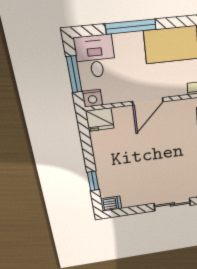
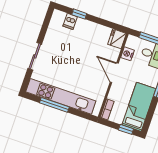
nightstand: (92, 98) -> (128, 54), moved
dishwasher: (111, 204) -> (70, 21), moved

